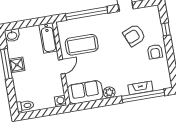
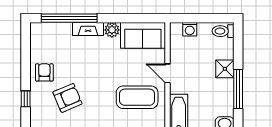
shower: (17, 65) -> (225, 69), moved
door: (62, 67) -> (168, 73), hinge flipped
fireplace: (140, 88) -> (88, 29), moved
washing machine: (61, 101) -> (190, 29), moved

